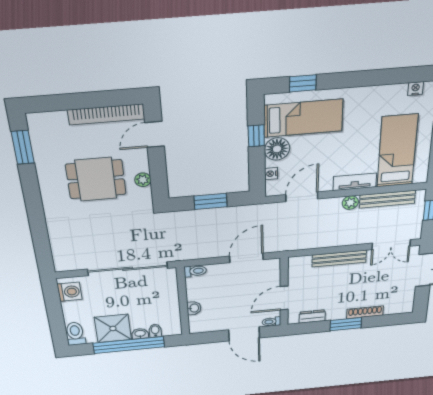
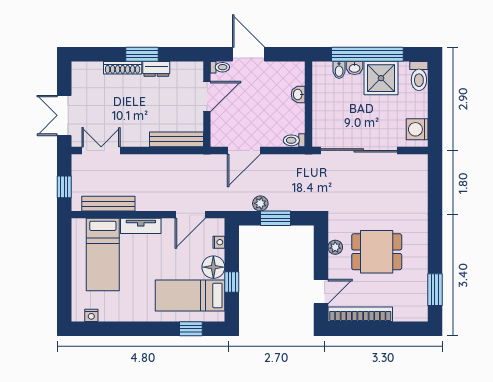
plant: (350, 203) -> (260, 203), moved
bench: (339, 259) -> (176, 139), moved
dresser: (312, 316) -> (156, 69), moved

